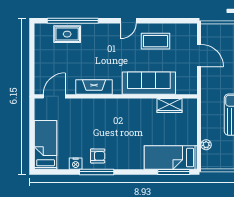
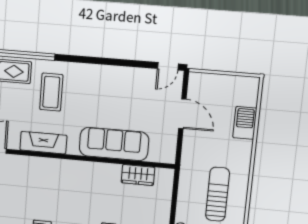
door: (128, 21) -> (168, 66), moved
coffee table: (155, 41) -> (51, 92), moved, turned 90

